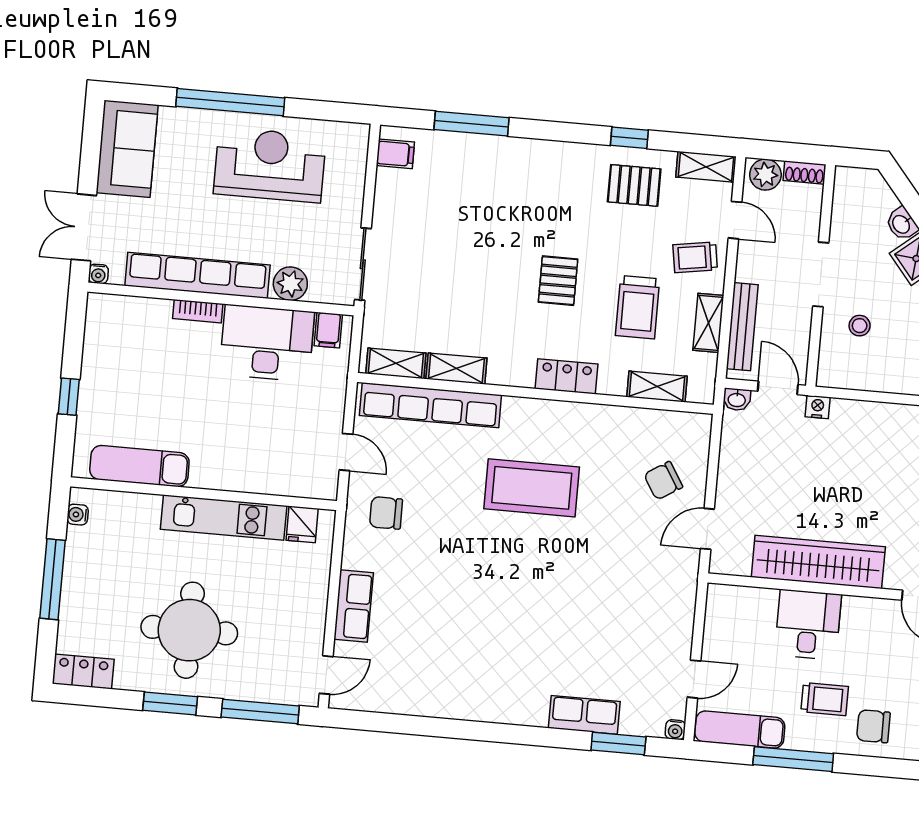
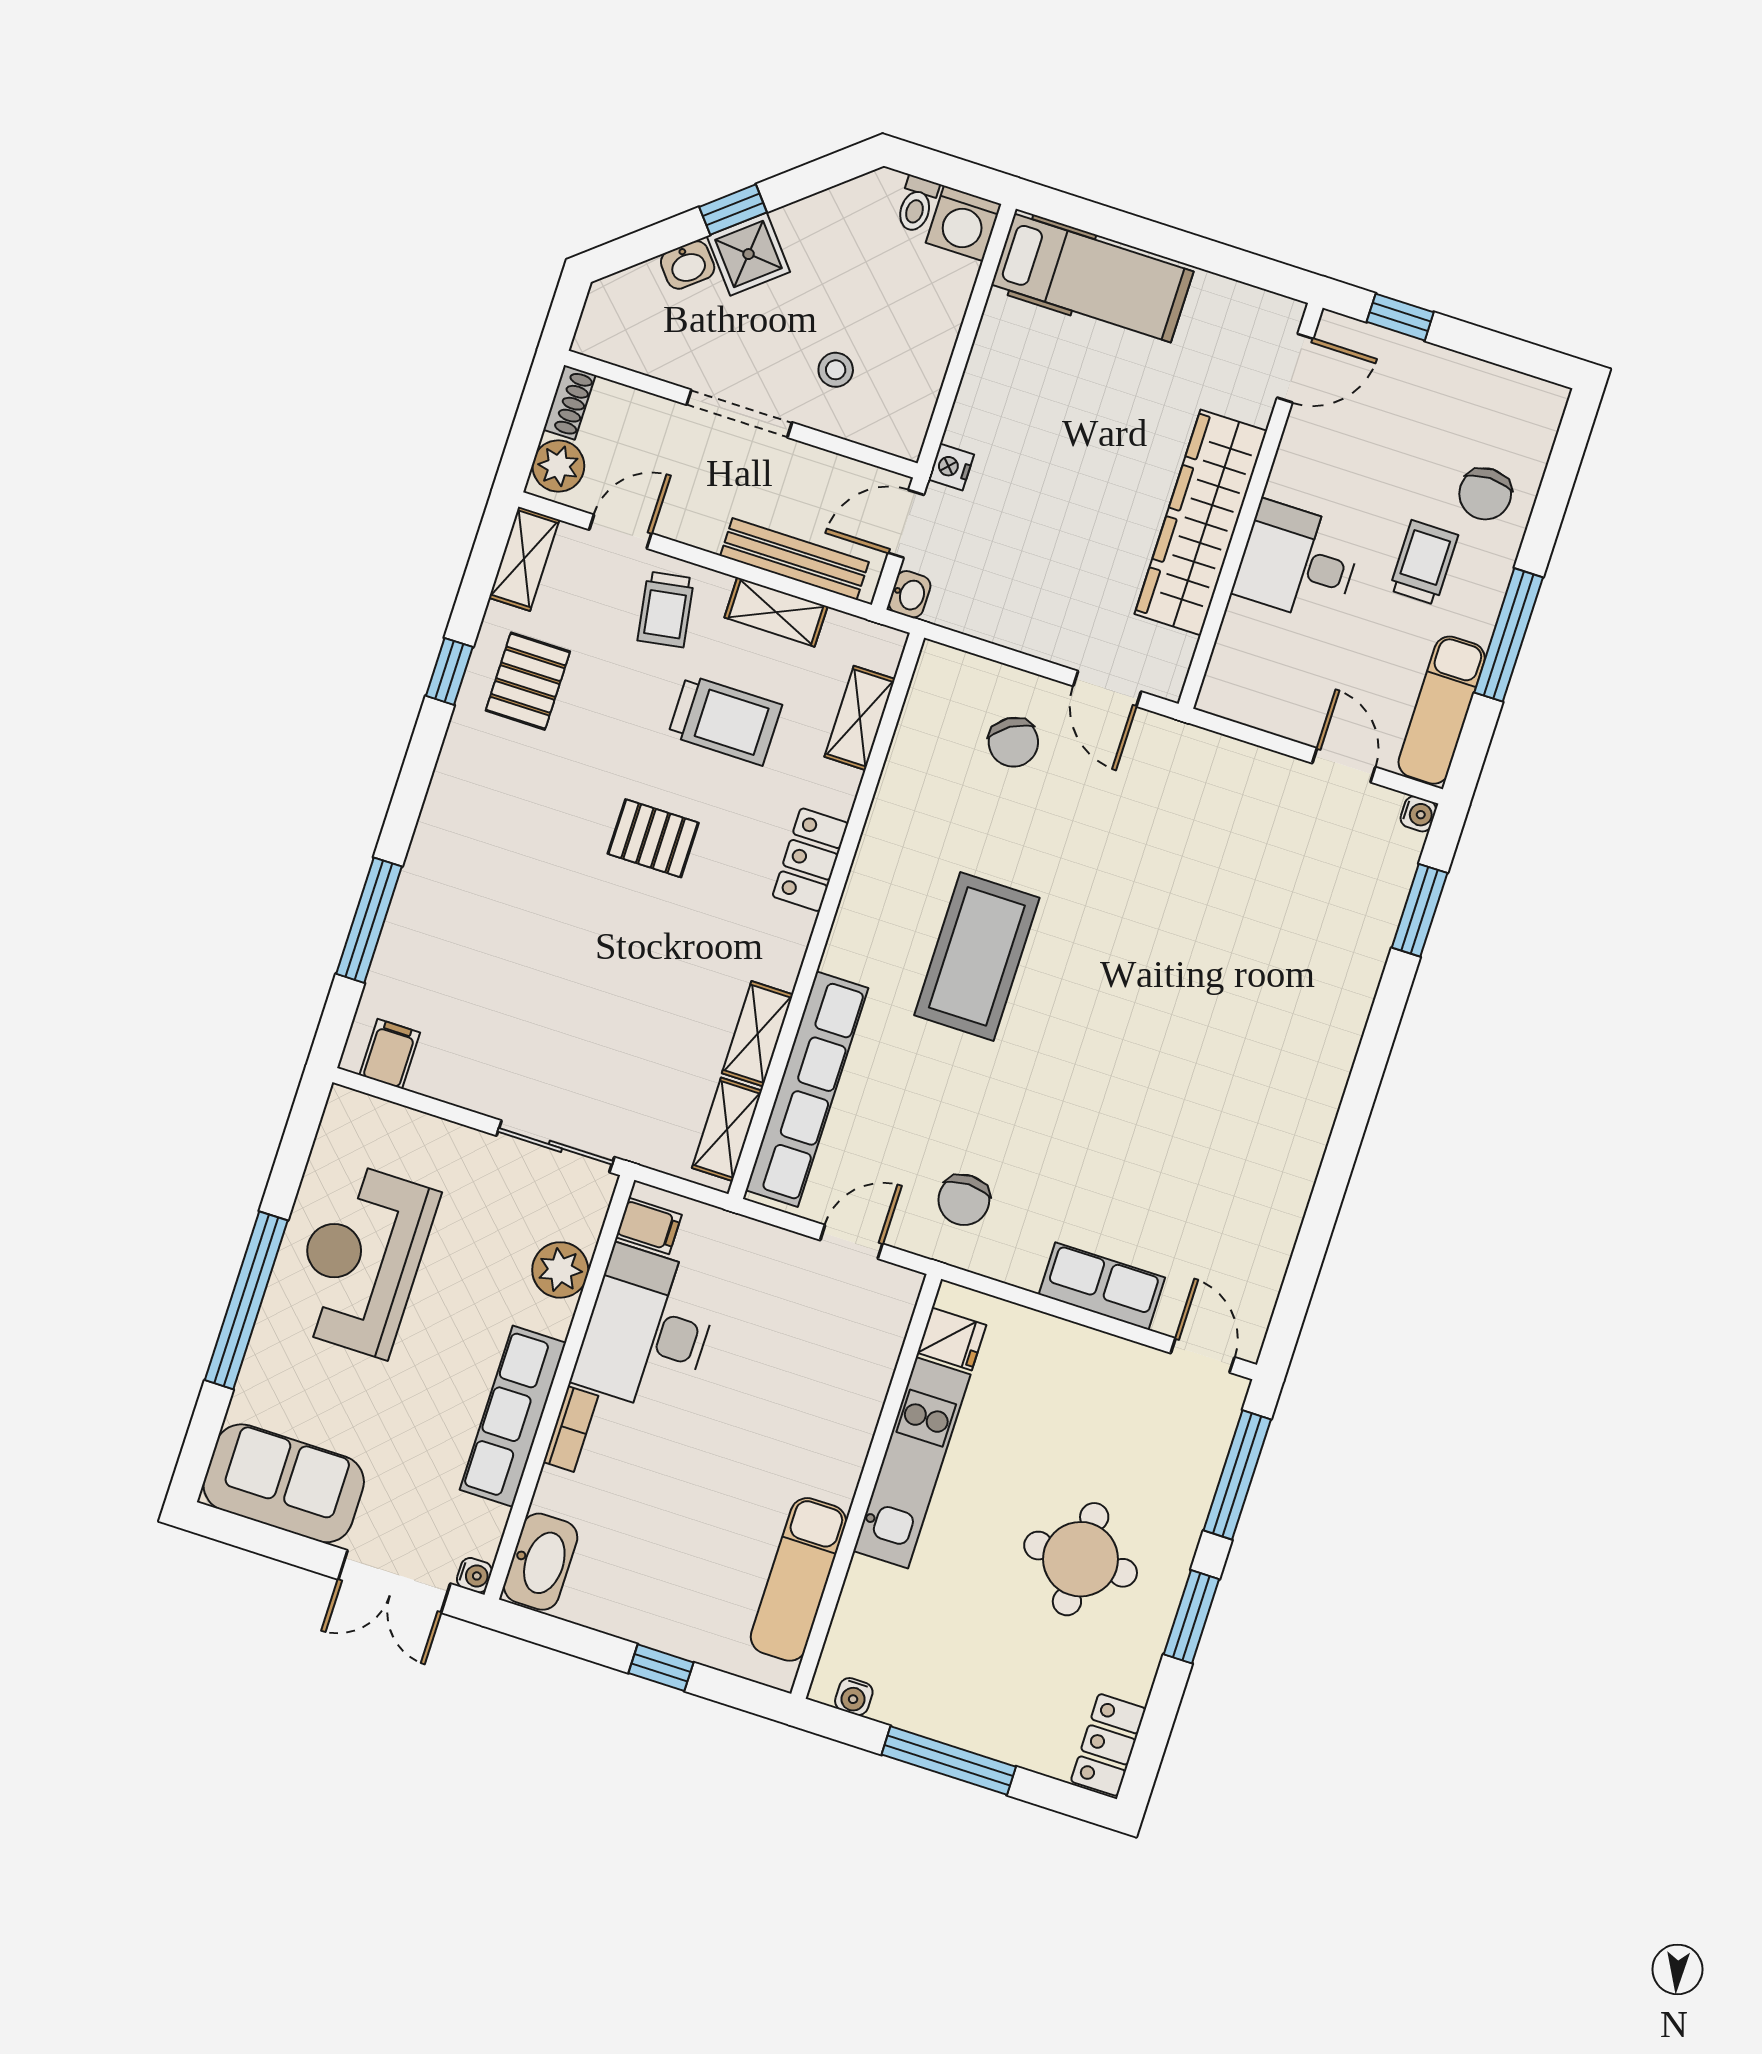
row of seats: (198, 275) -> (513, 1416), width x0.73
washbasin: (115, 311) -> (541, 1562), added
round table: (189, 630) -> (1081, 1559), width x0.73, depth x0.73
row of seats: (584, 715) -> (1361, 955), removed

